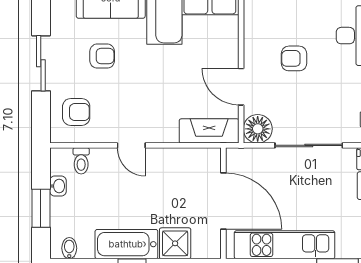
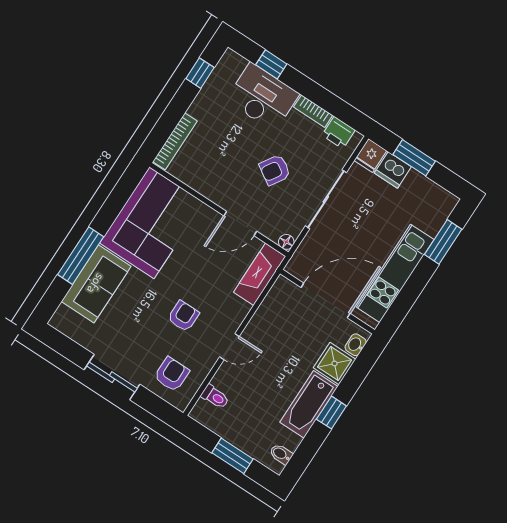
armchair: (102, 56) -> (183, 316), moved
armchair: (294, 58) -> (275, 170), moved, turned 32
floor lamp: (258, 129) -> (286, 242), width x0.53, depth x0.53
washbasin: (58, 186) -> (356, 345), moved, turned -90

